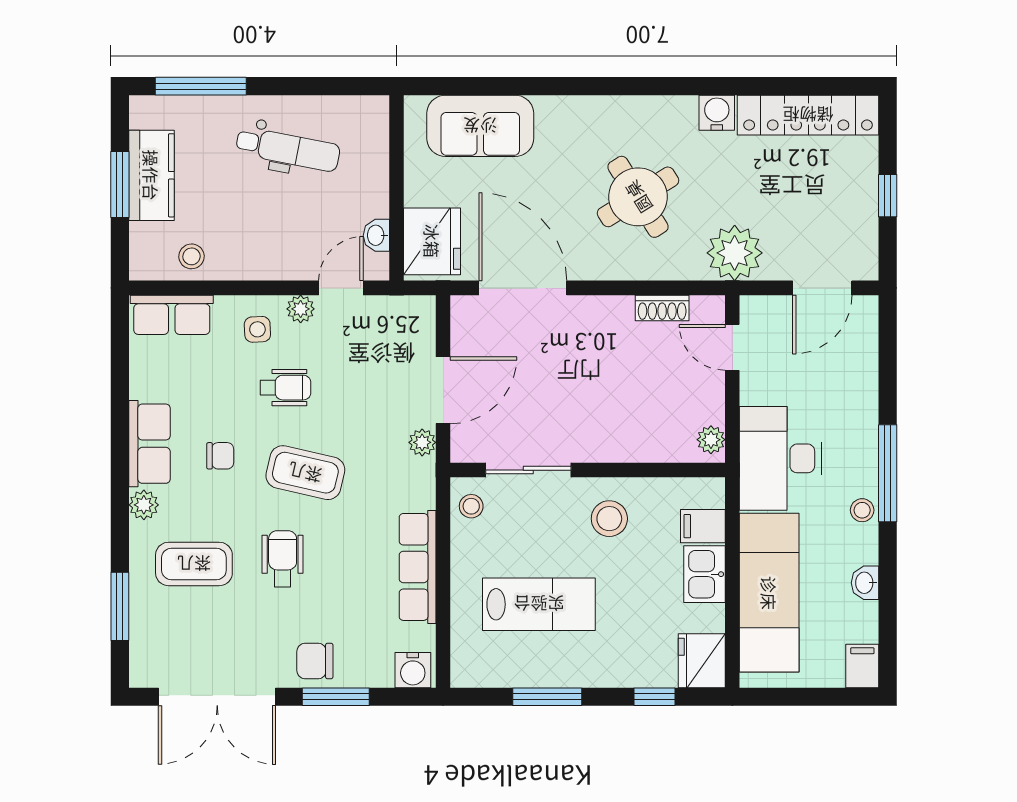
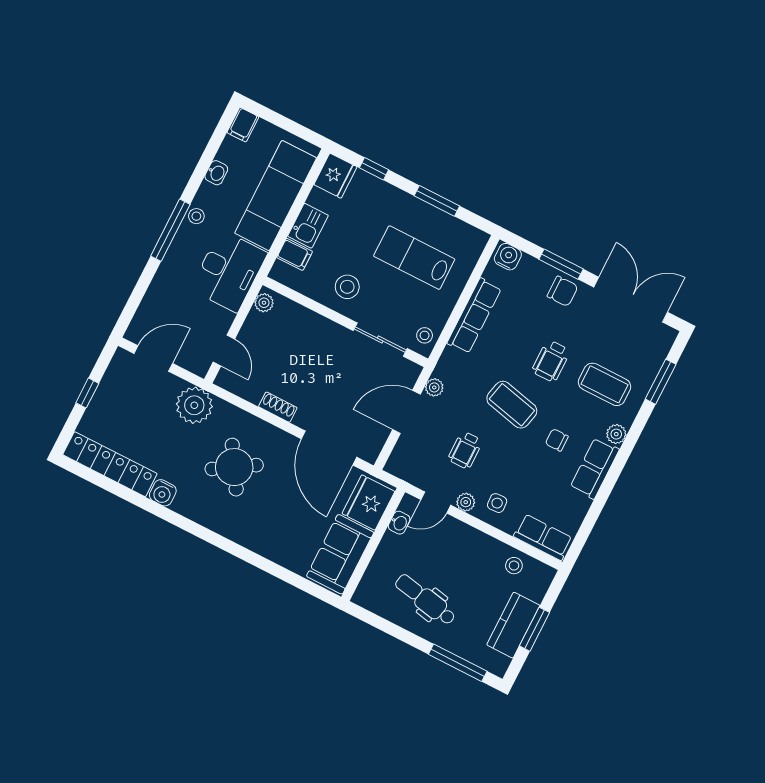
sofa: (480, 126) -> (340, 554), moved, turned -90
shoe rack: (662, 308) -> (278, 407), moved
wheelchair: (285, 388) -> (465, 450), moved, turned -90

